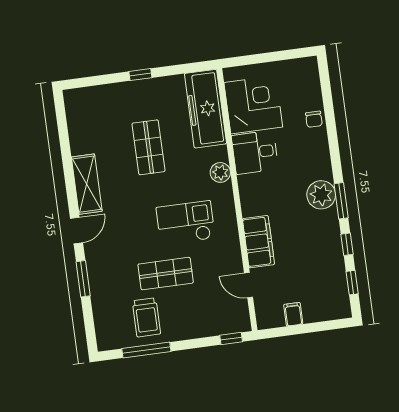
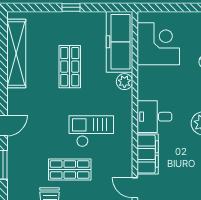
desk: (255, 152) -> (154, 117), moved
plant: (220, 172) -> (124, 82), moved
shelving: (87, 184) -> (16, 53), moved, width x1.47

